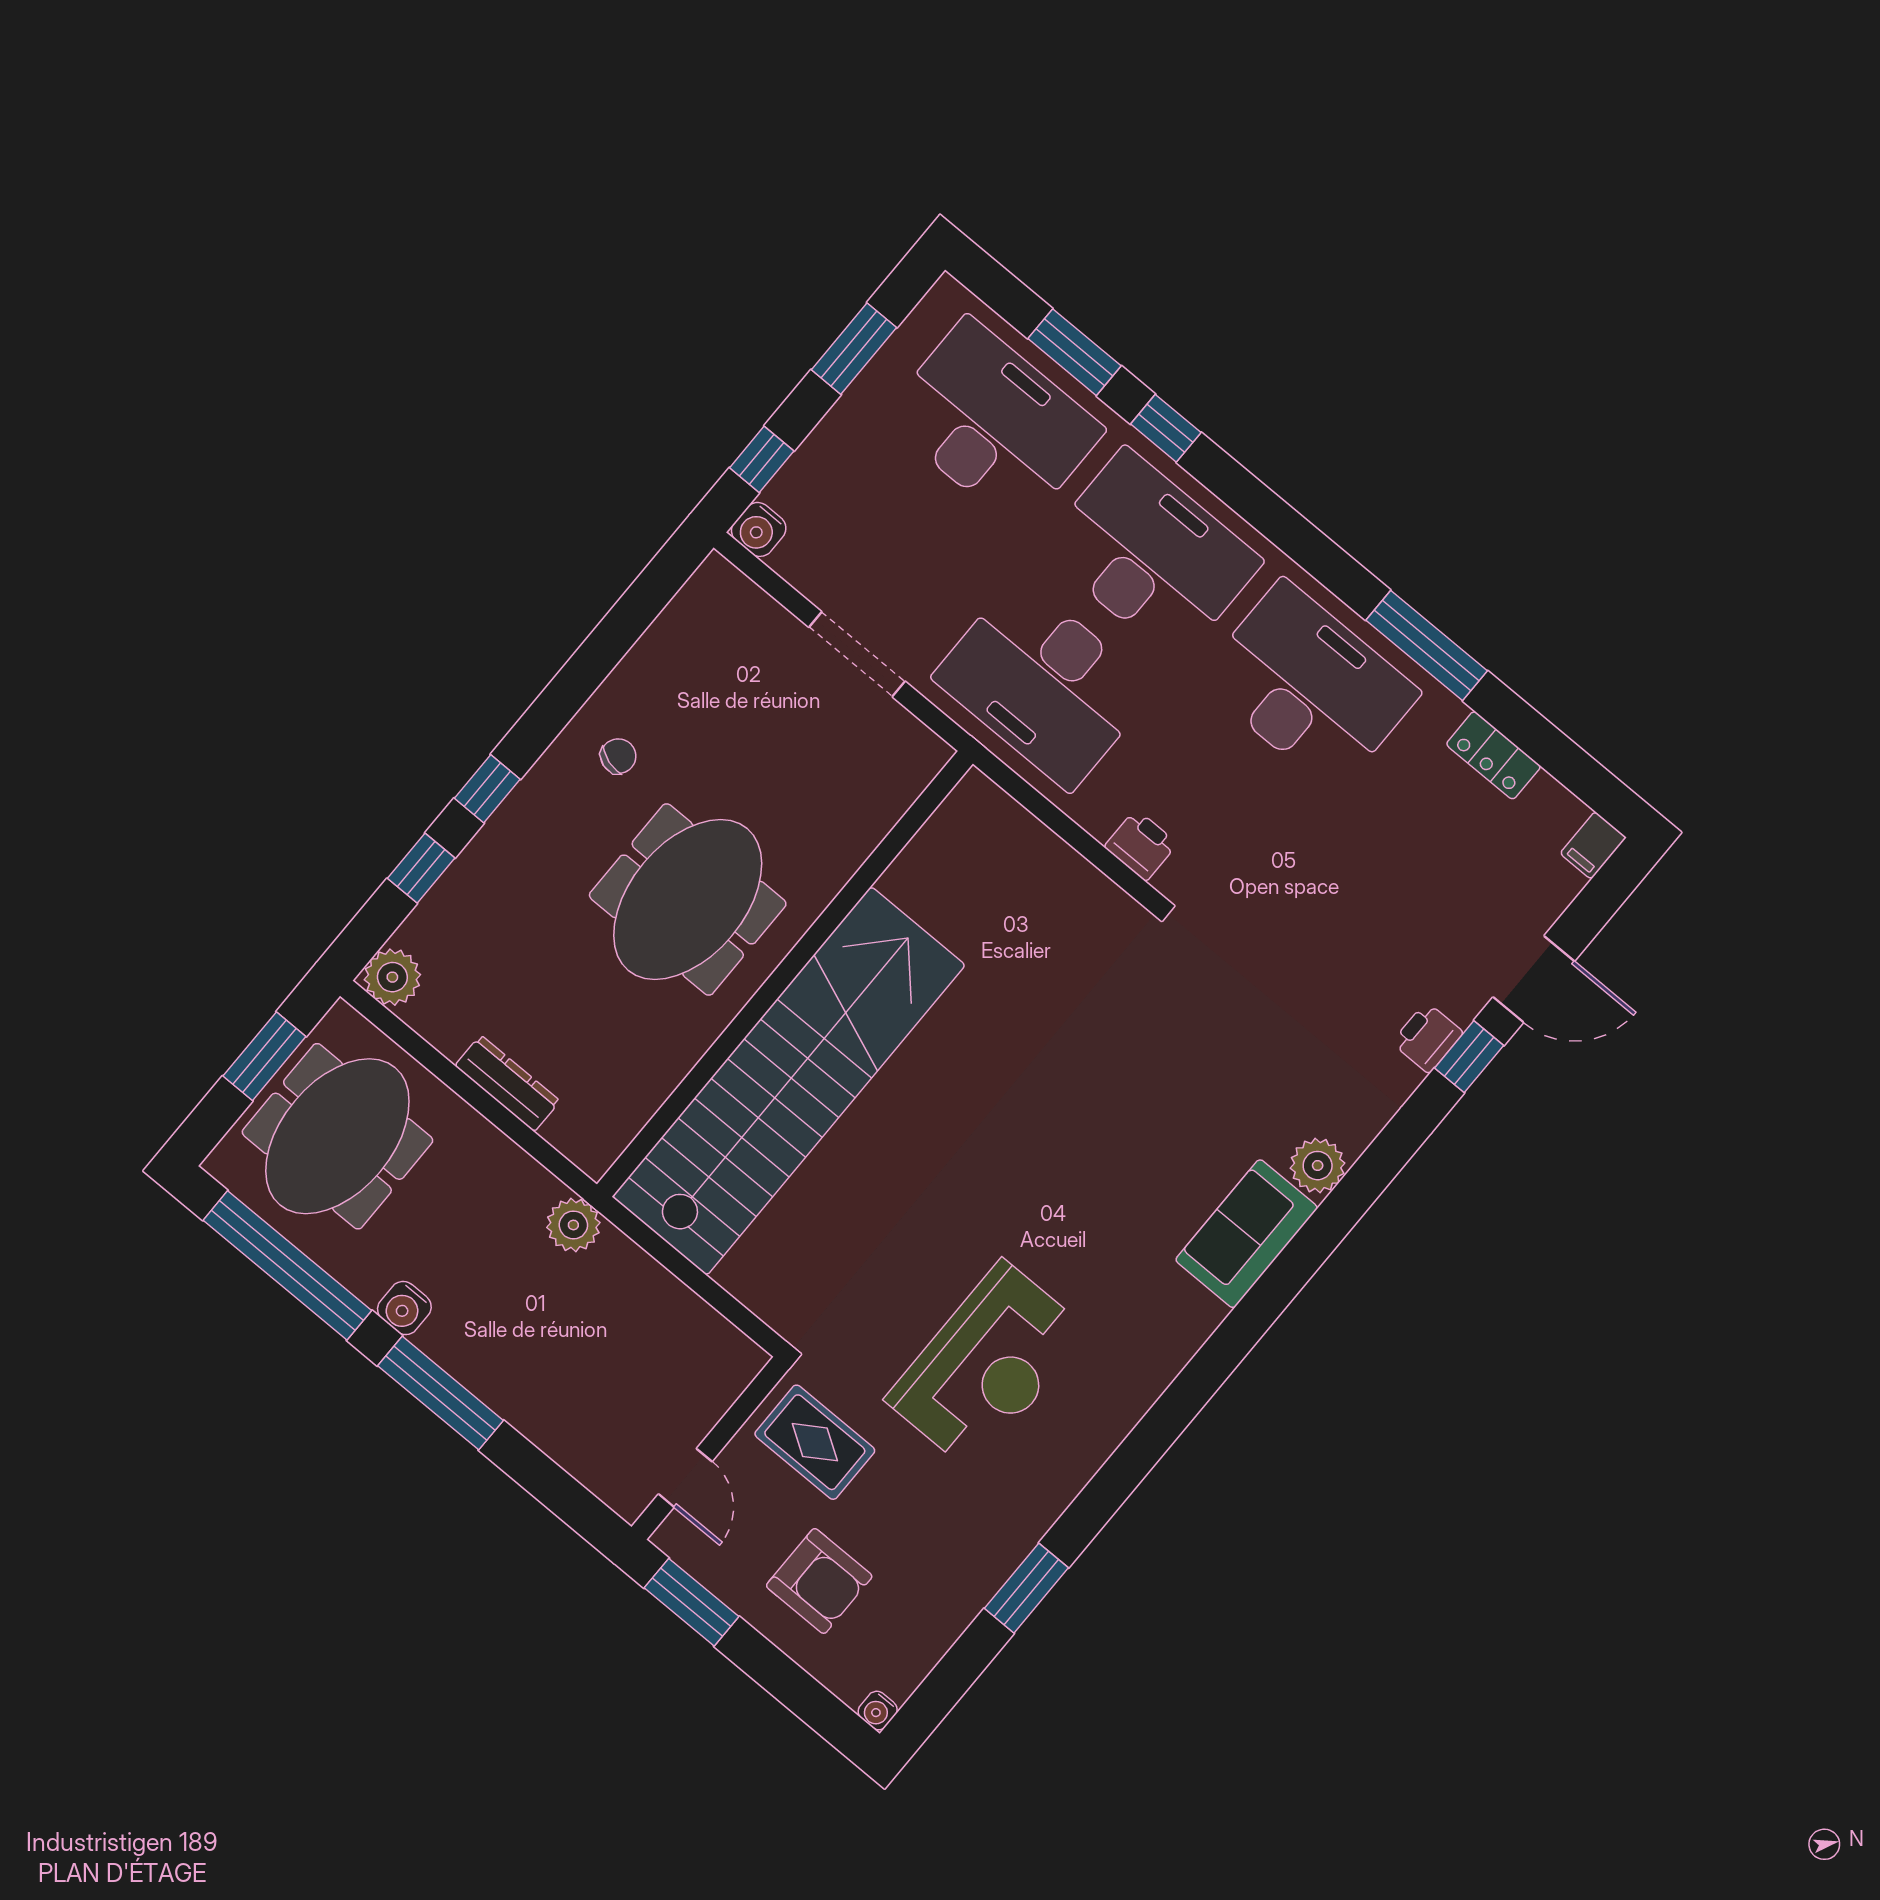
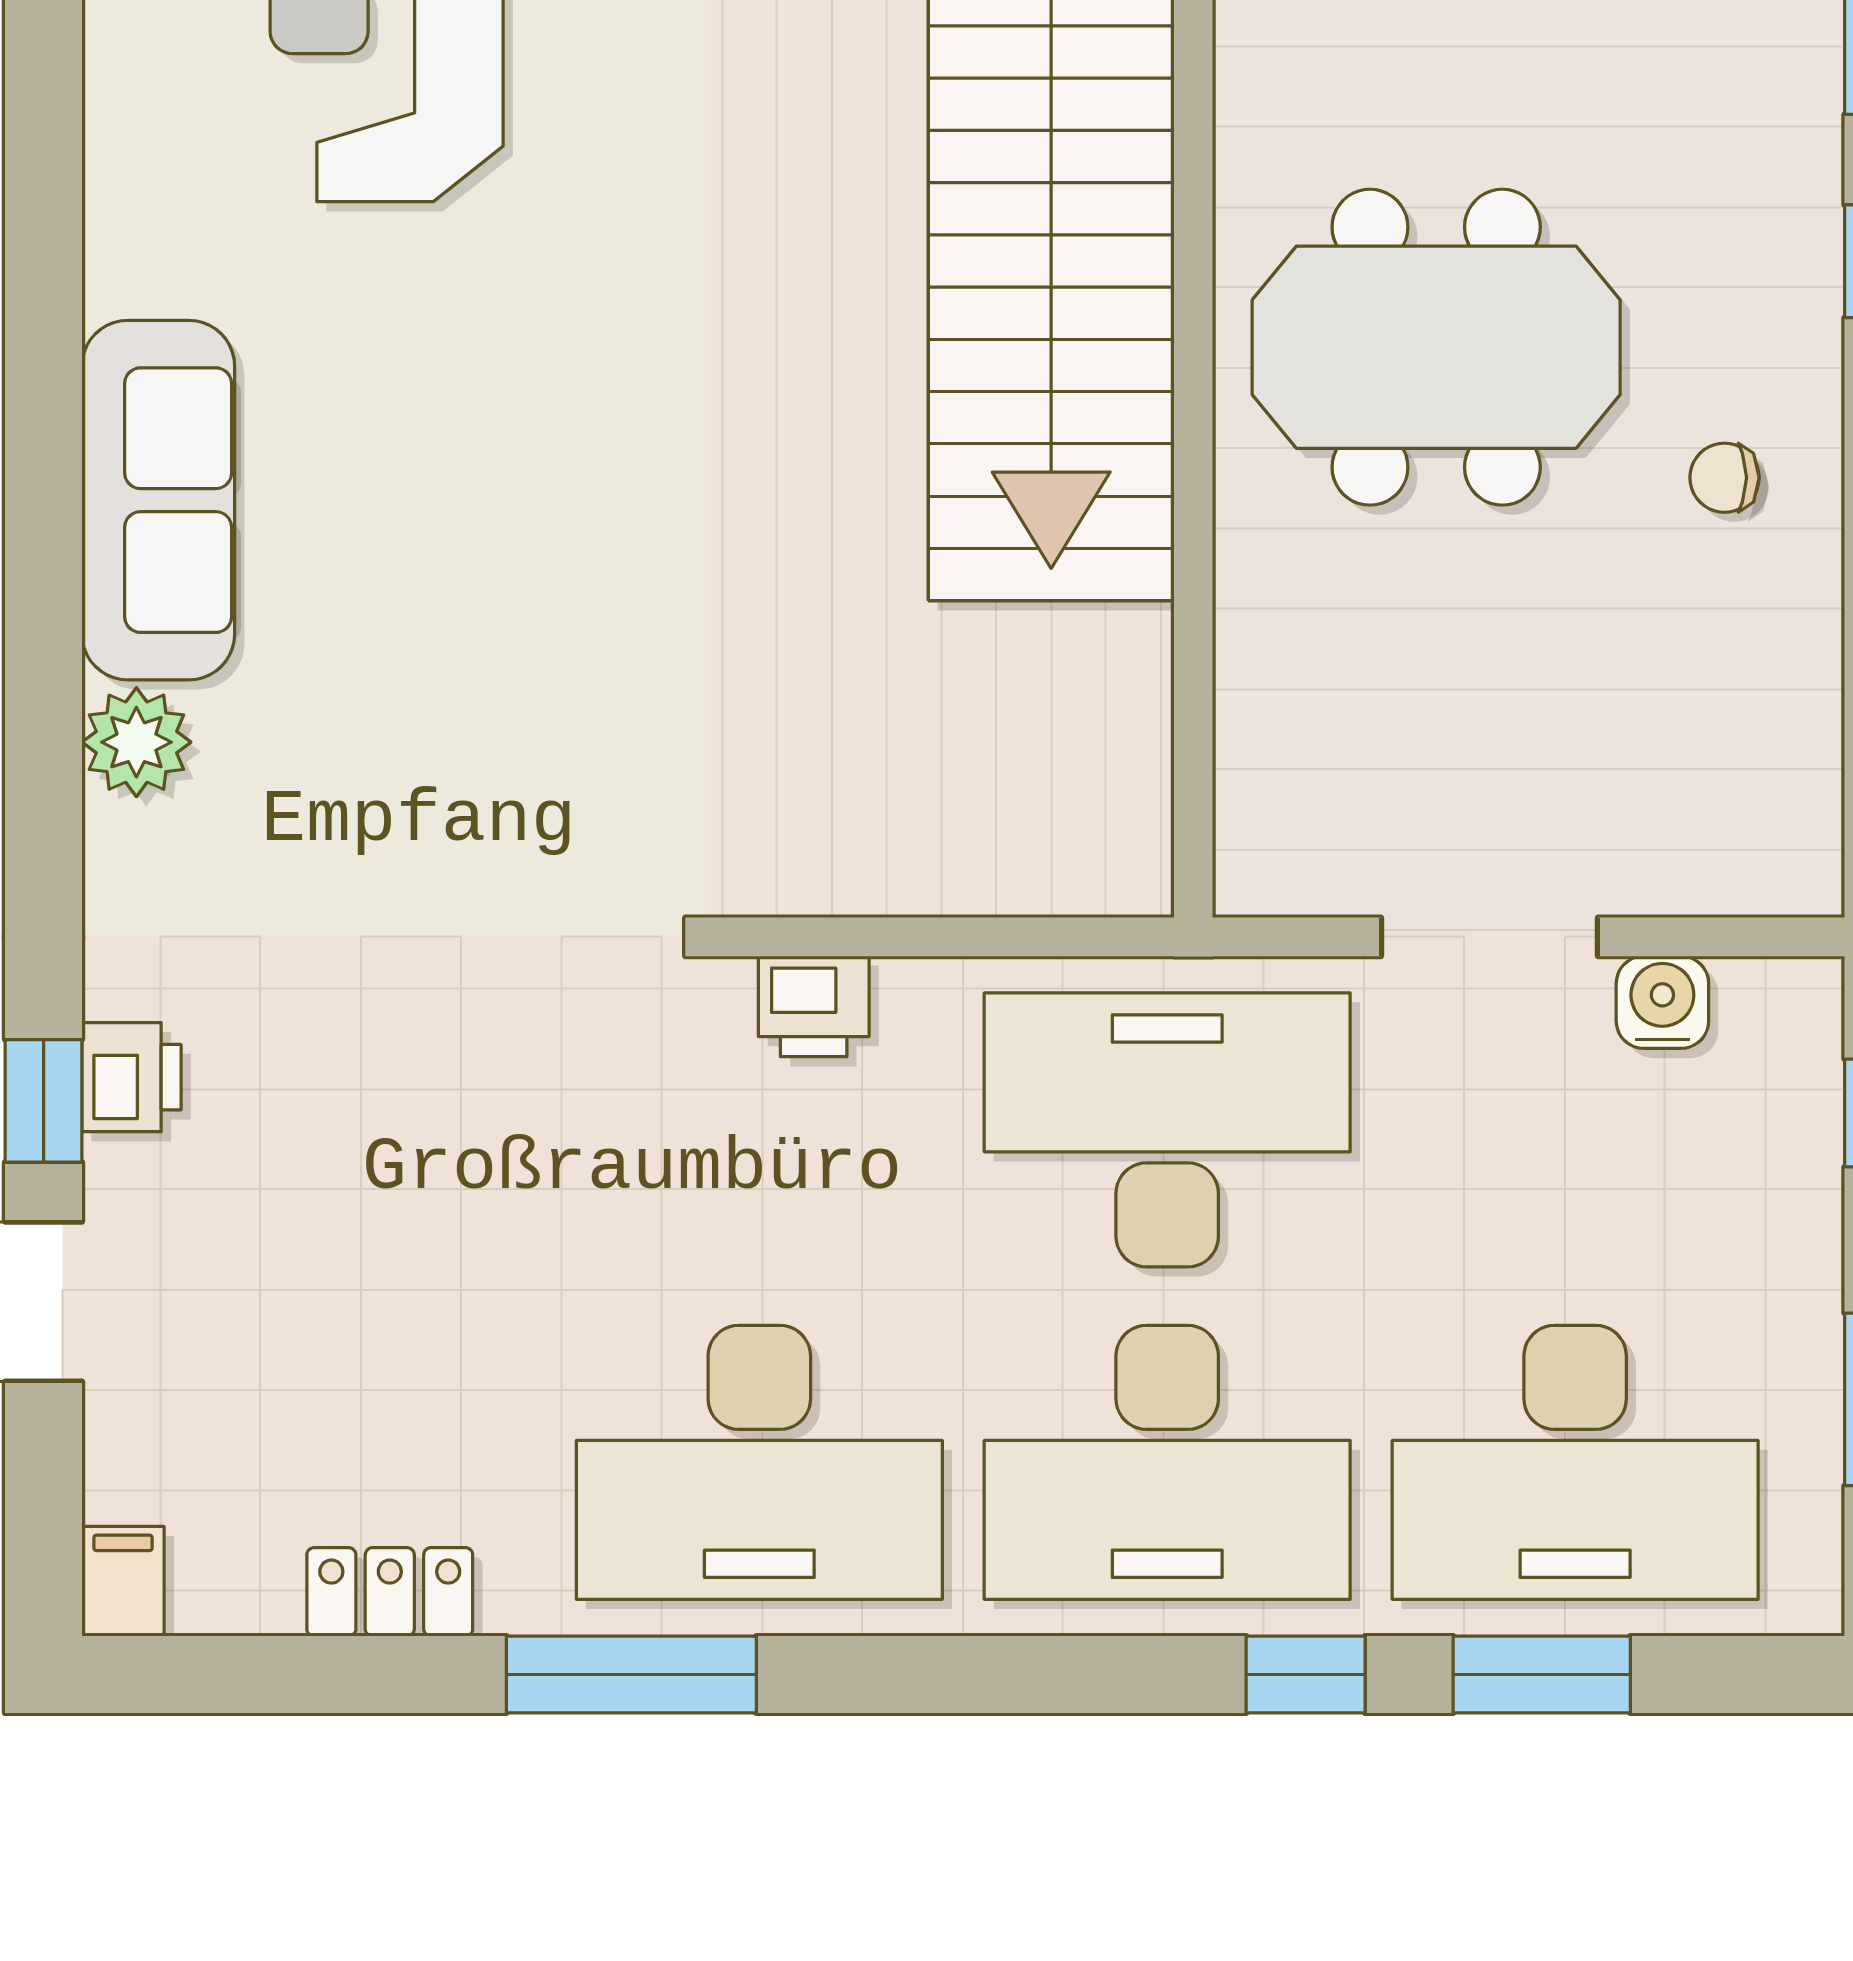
water cooler: (759, 529) -> (1662, 1002), moved
chair: (618, 756) -> (1724, 478), turned 73
meeting table: (688, 899) -> (1436, 347), turned 90
sofa: (1247, 1234) -> (158, 500), width x1.36

